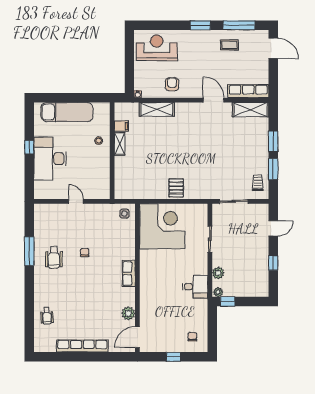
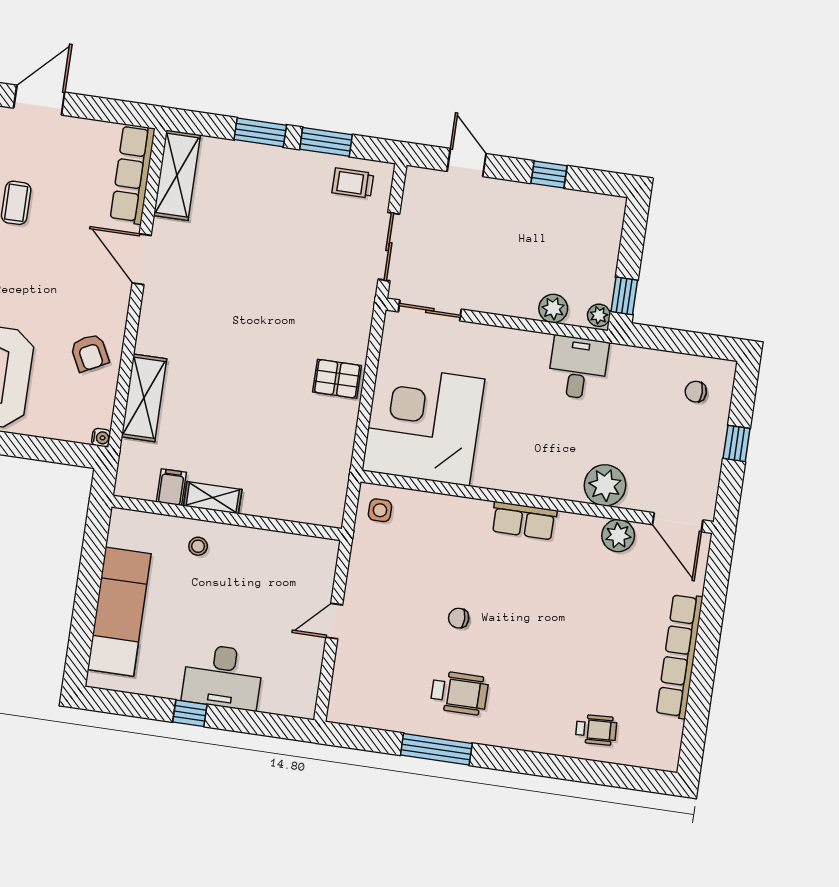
armchair: (172, 84) -> (90, 353), turned -117
door: (214, 100) -> (142, 259), hinge flipped
desk: (50, 159) -> (223, 677), width x0.73, depth x0.77
sliding door: (210, 239) -> (430, 310), moved
plant: (148, 305) -> (605, 485), added

